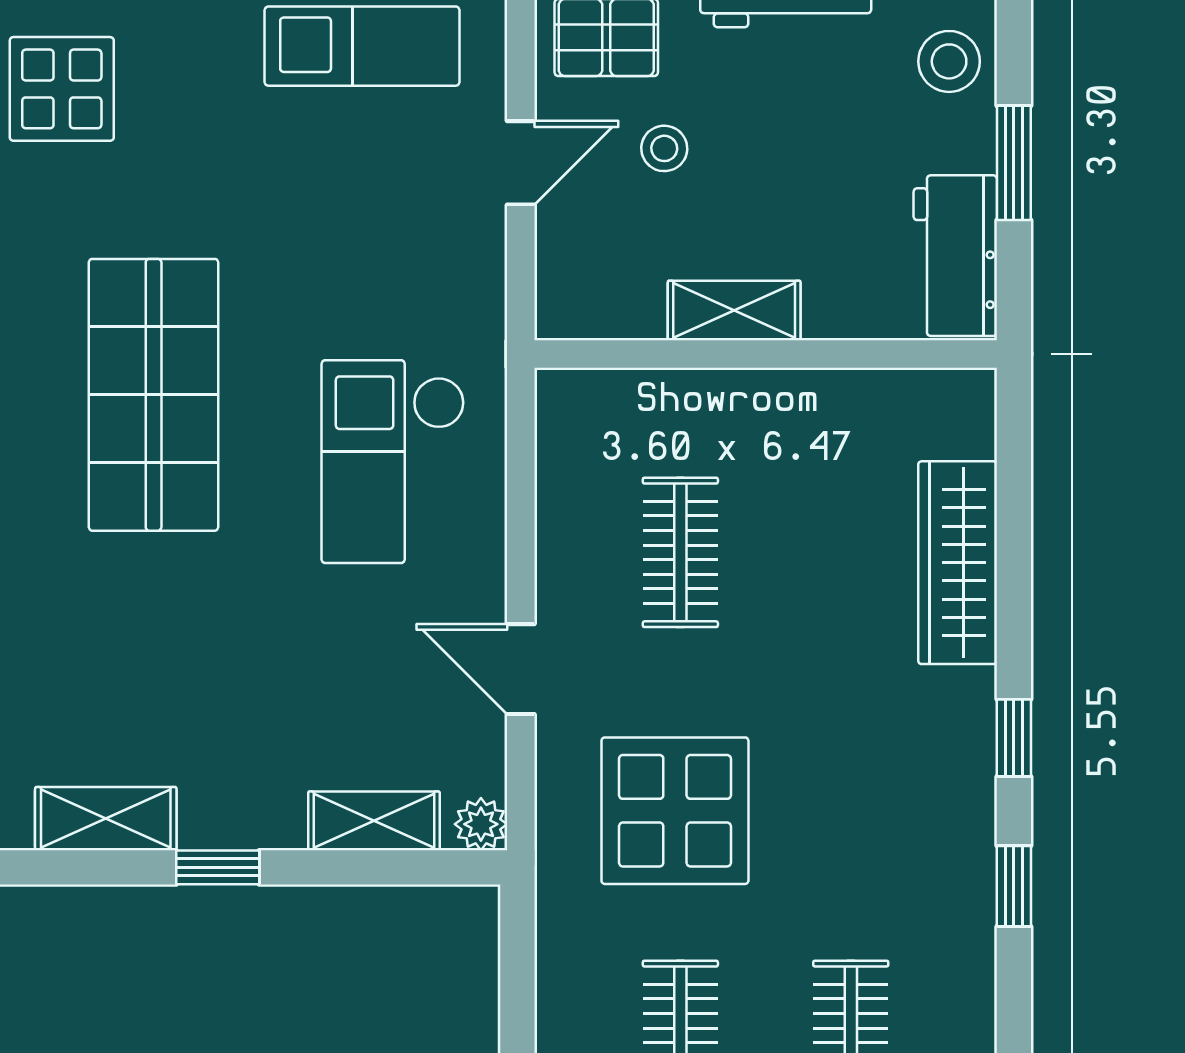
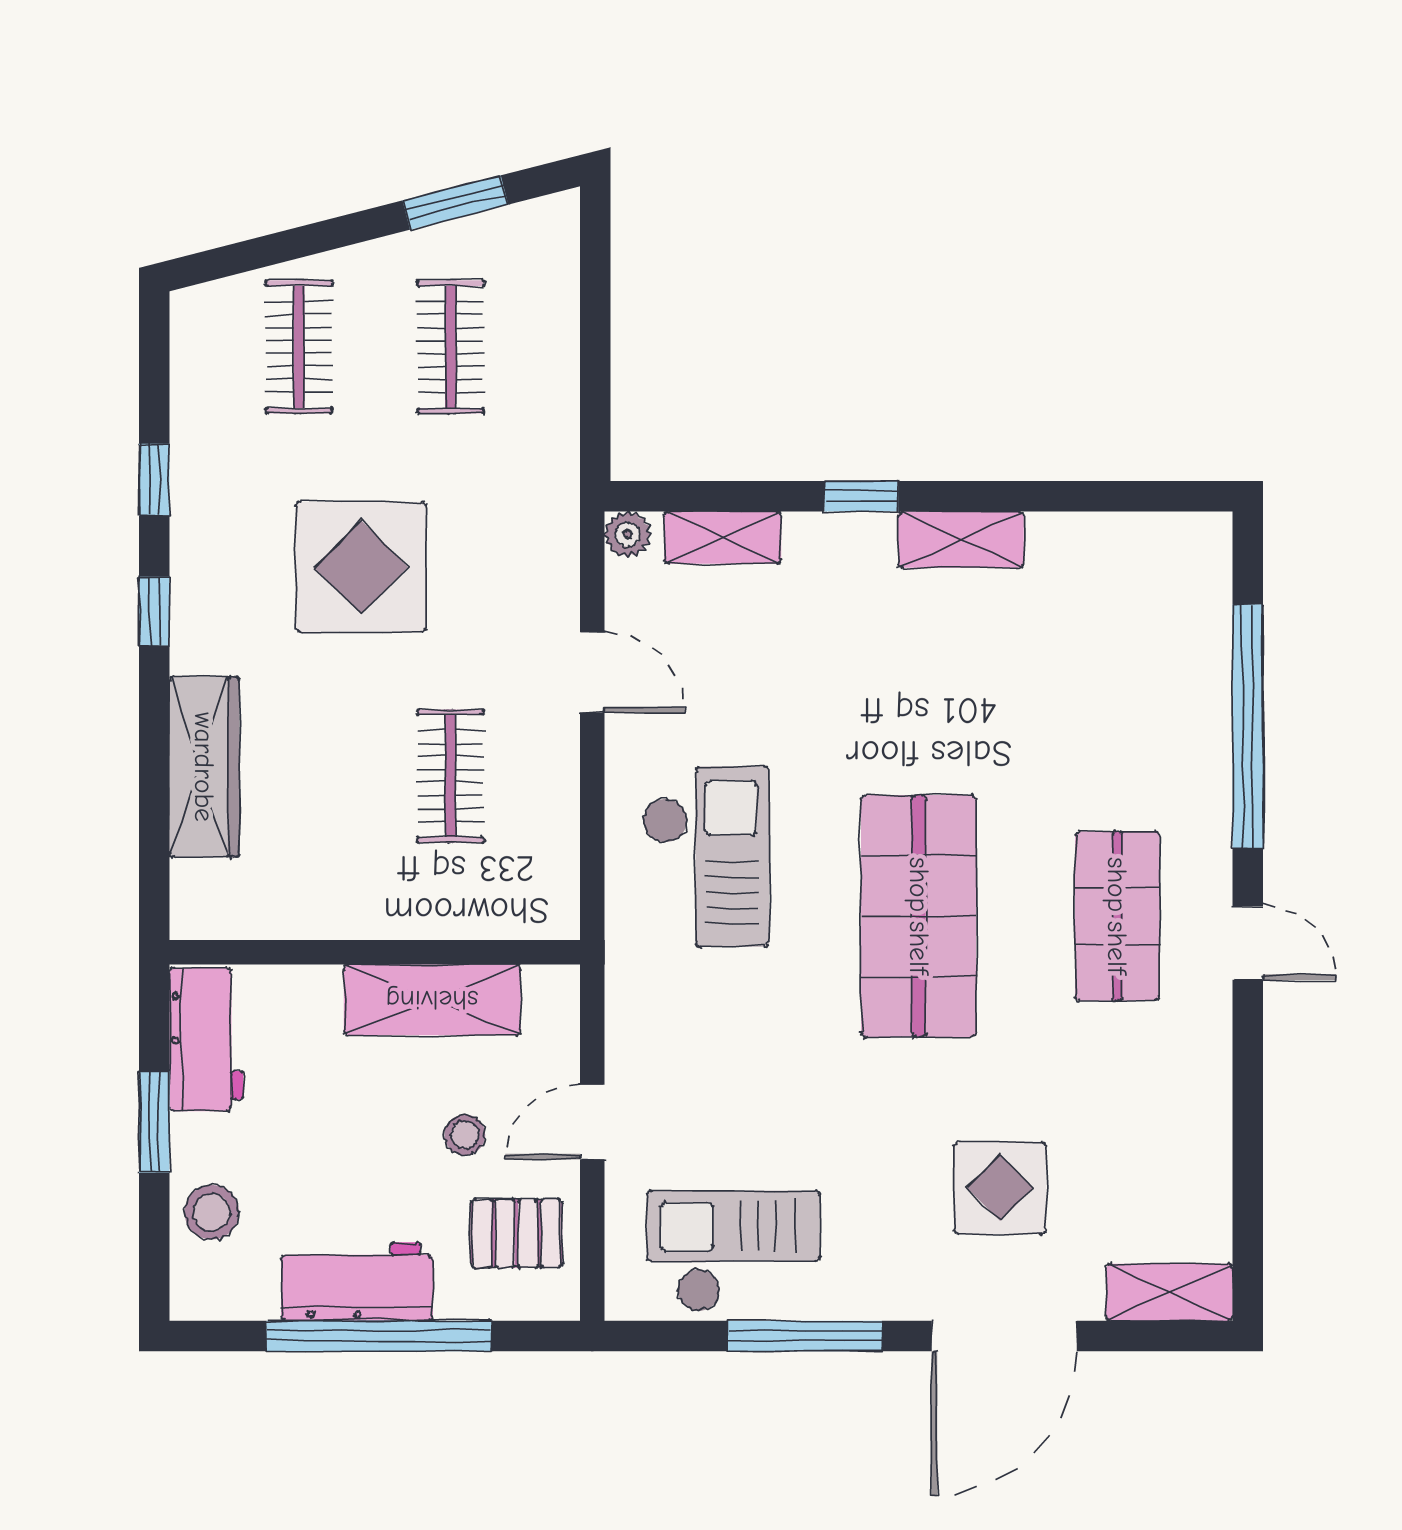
shelving: (734, 311) -> (432, 1000), width x1.50, depth x1.33
display table: (675, 811) -> (361, 567), moved

